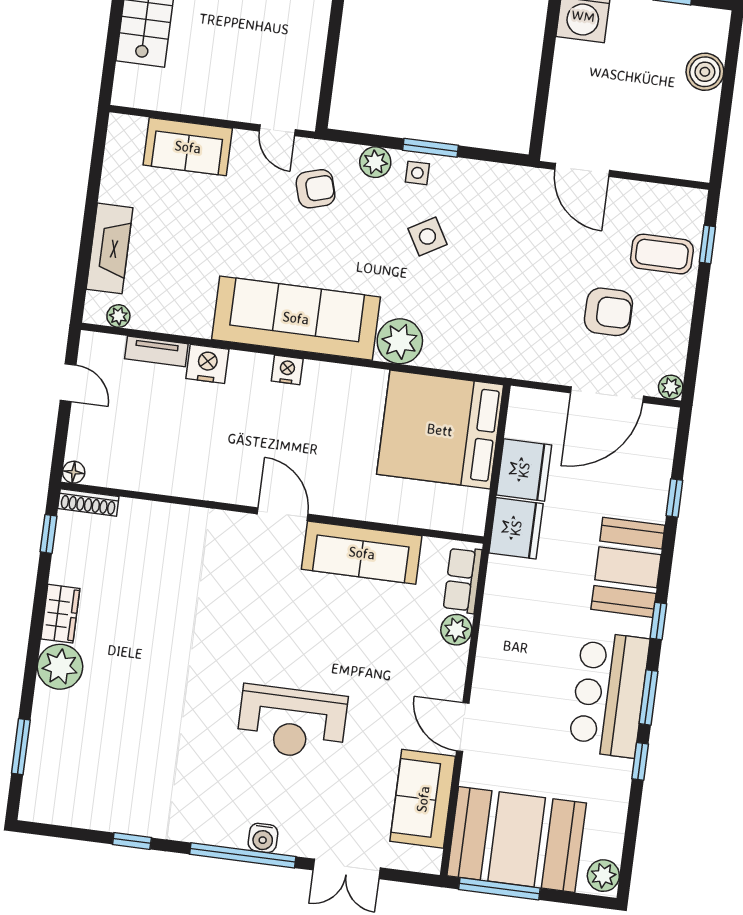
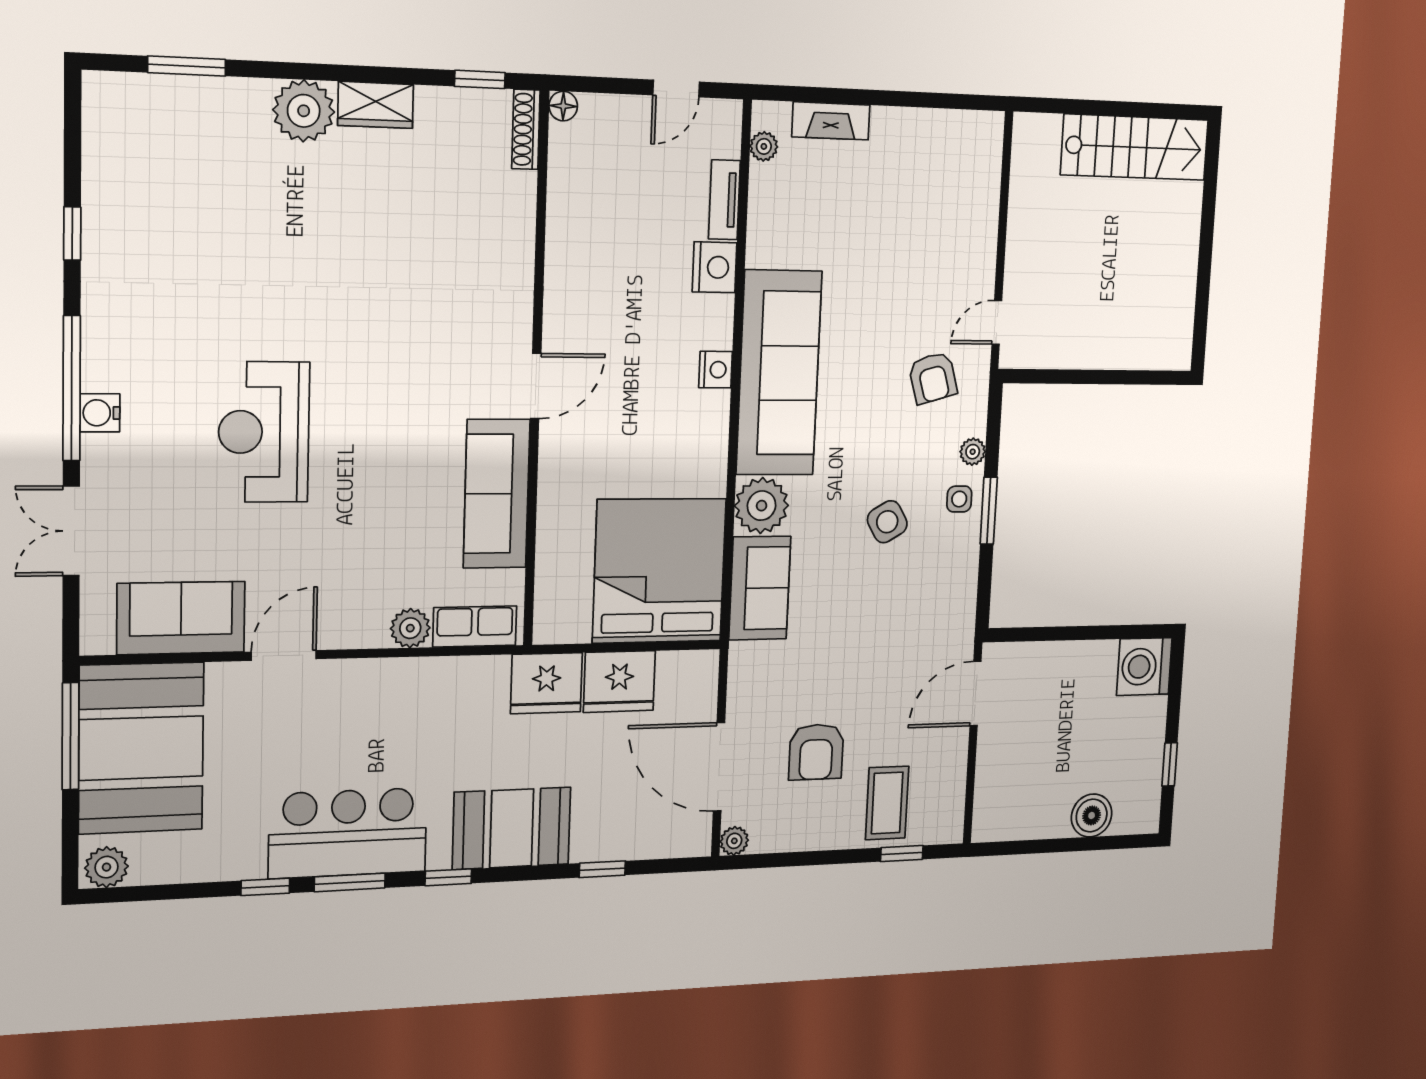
sofa: (188, 147) -> (760, 588), moved, turned 180
plant: (375, 162) -> (973, 452), width x0.73, depth x0.73
fireplace: (110, 248) -> (831, 121), width x0.73, depth x0.76

